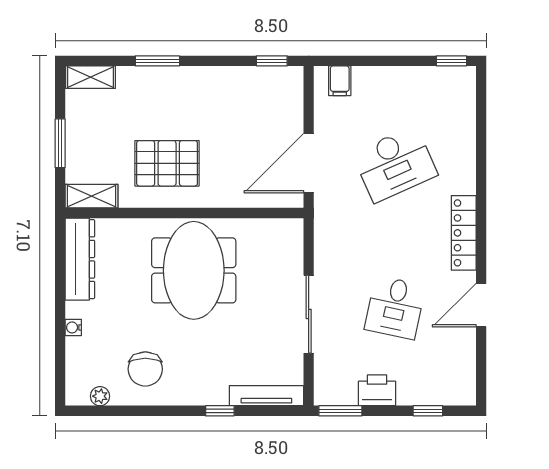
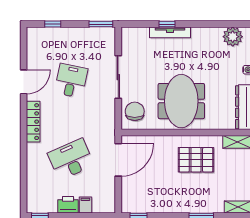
filing cabinet: (340, 81) -> (85, 205), moved
chair: (145, 369) -> (135, 111), moved
printer: (377, 390) -> (68, 205), moved, turned 180
plant: (100, 396) -> (233, 37), width x1.87, depth x1.87
tv unit: (266, 396) -> (170, 32), moved

